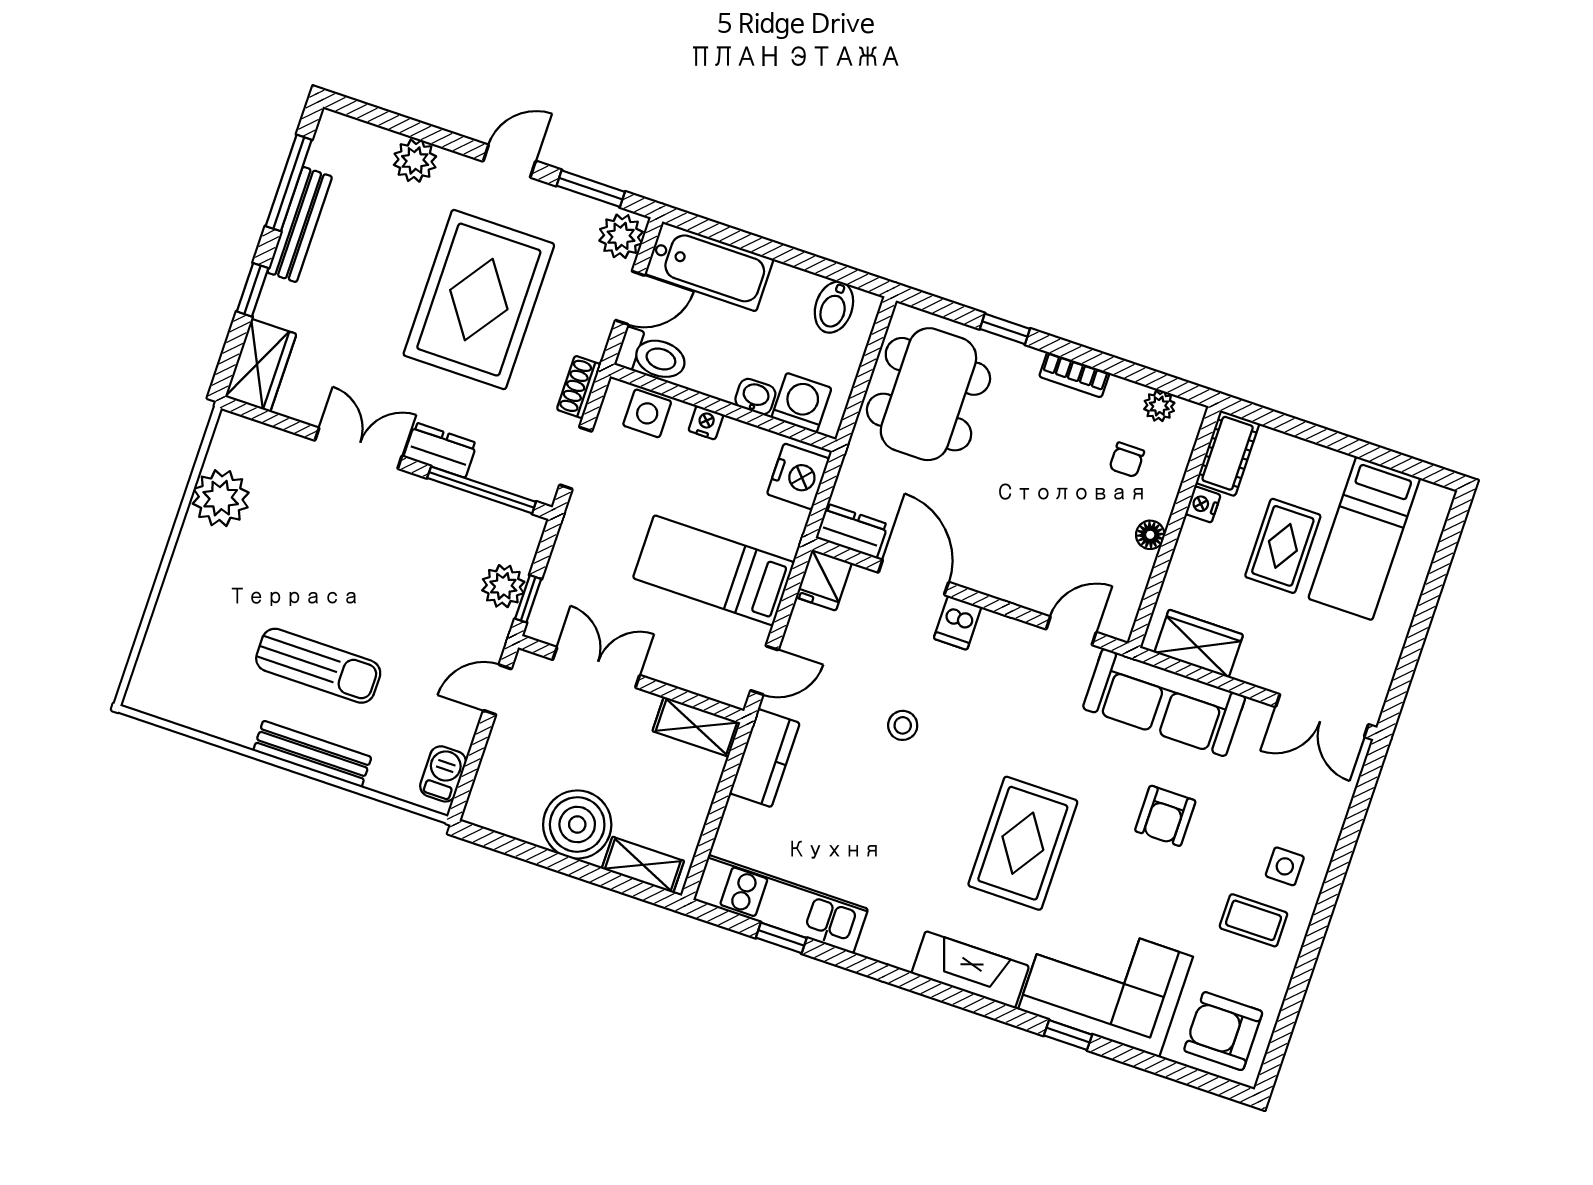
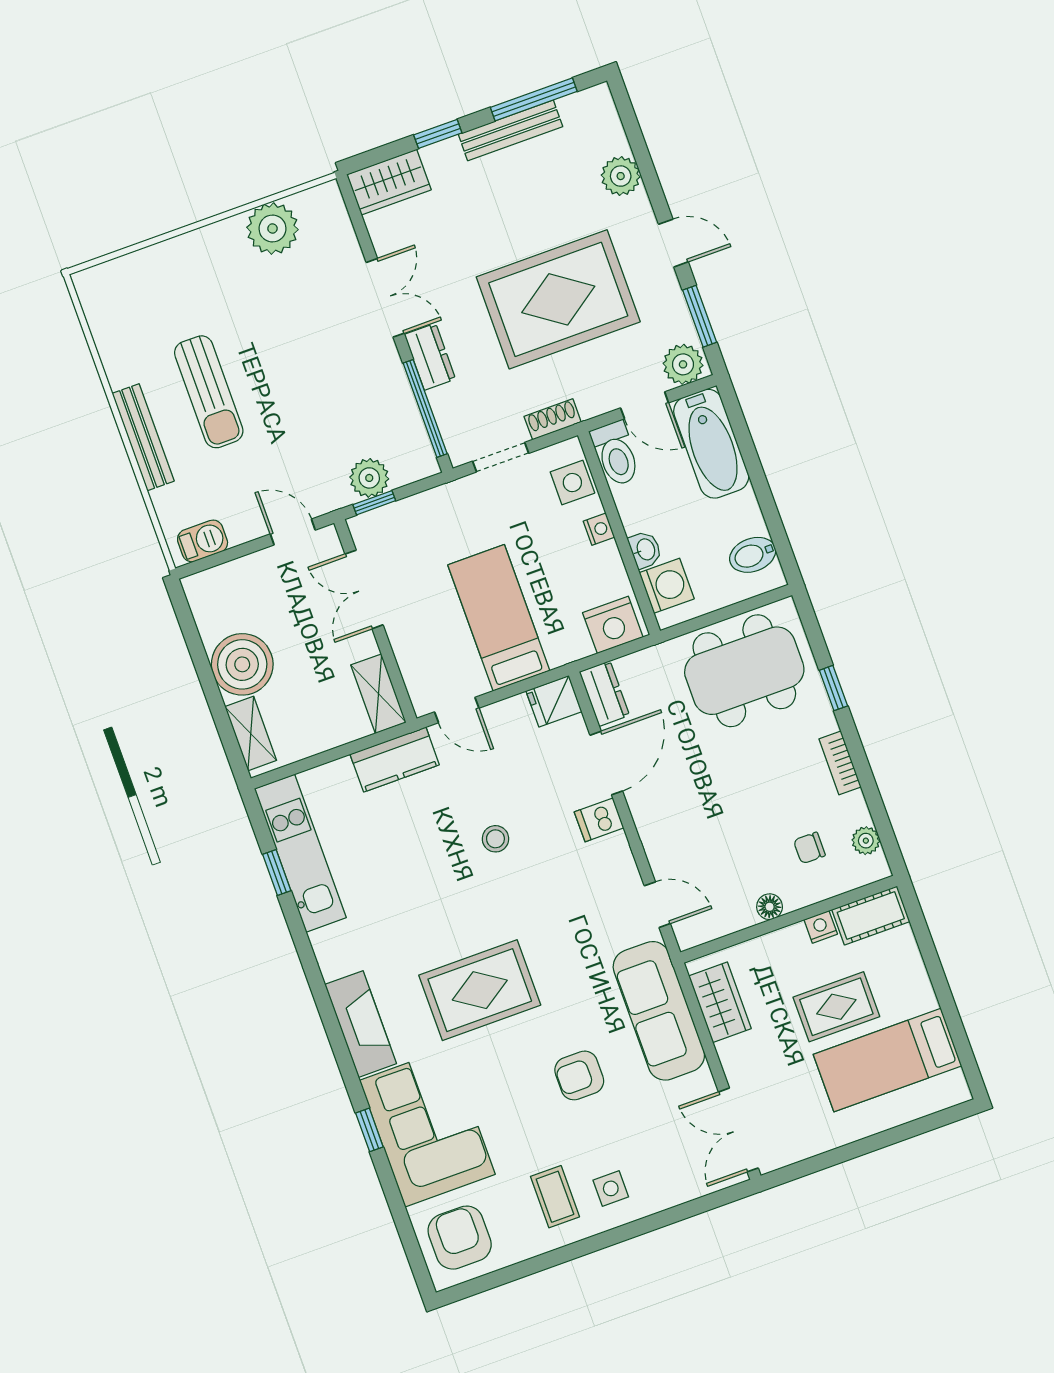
double door: (596, 667) -> (364, 589), swing flipped

